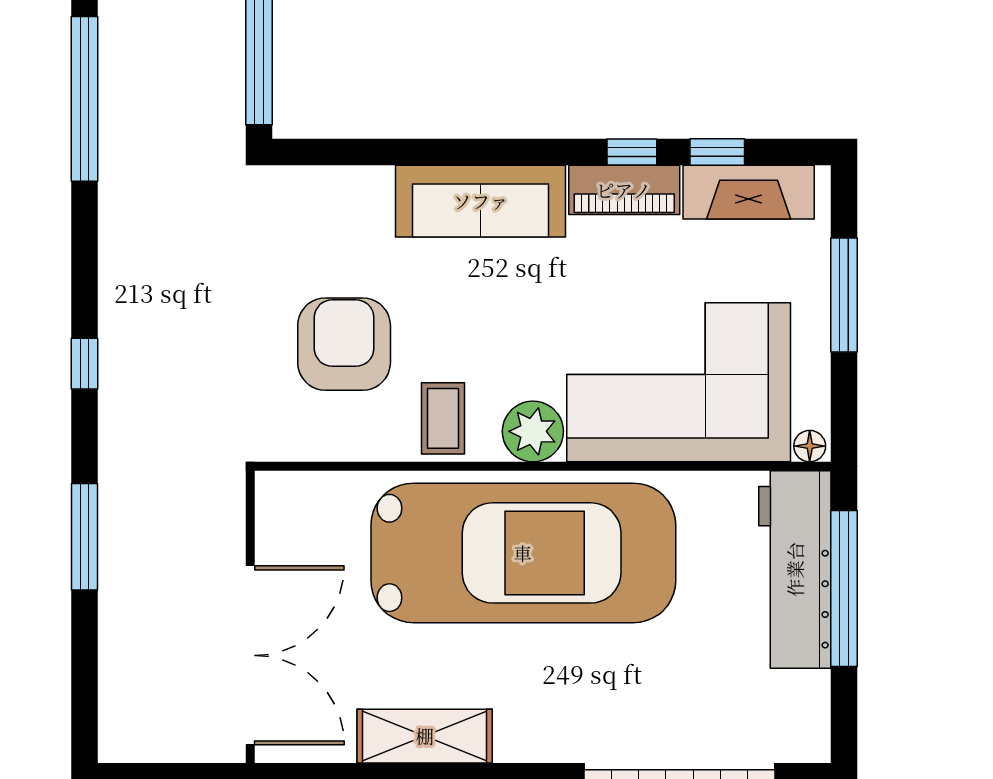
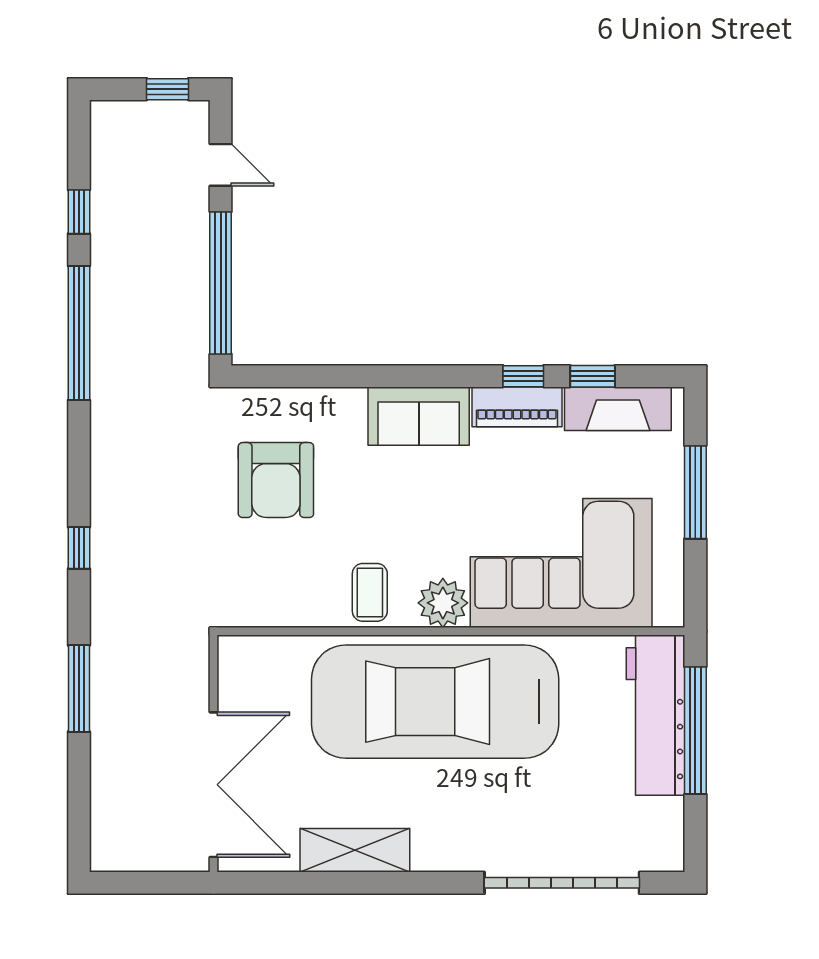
sofa: (481, 201) -> (419, 416), width x0.73
armchair: (344, 344) -> (276, 480), moved, turned 180
floor lamp: (810, 446) -> (668, 615), removed
car: (523, 553) -> (435, 702), turned 180

